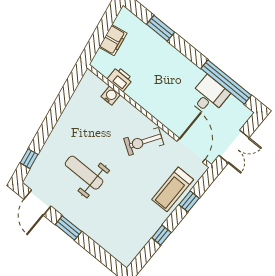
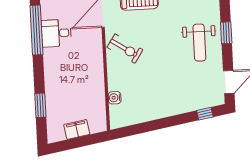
printer: (120, 79) -> (98, 101), removed
weight bench: (84, 173) -> (199, 43), moved
window: (68, 228) -> (226, 33), moved

